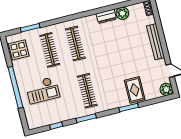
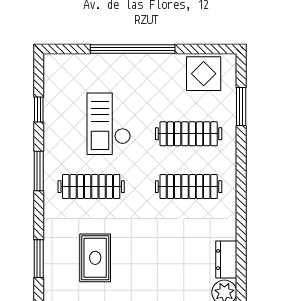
checkout: (43, 90) -> (109, 124), moved
rug: (135, 90) -> (95, 258), moved, turned 90

